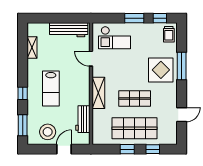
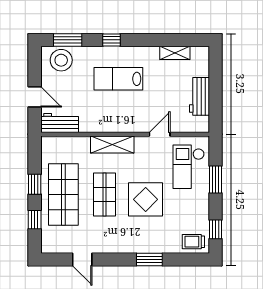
window: (134, 18) -> (216, 180), moved
workbench: (69, 30) -> (199, 96), width x0.73
window: (182, 66) -> (149, 259), width x0.69
display table: (161, 70) -> (146, 199), moved
workbench: (83, 119) -> (60, 123), moved
stool: (48, 132) -> (61, 60), moved

